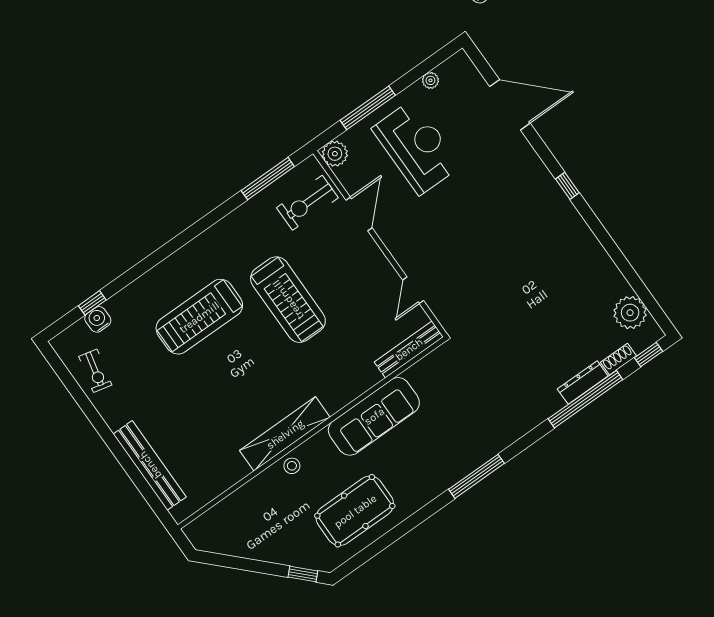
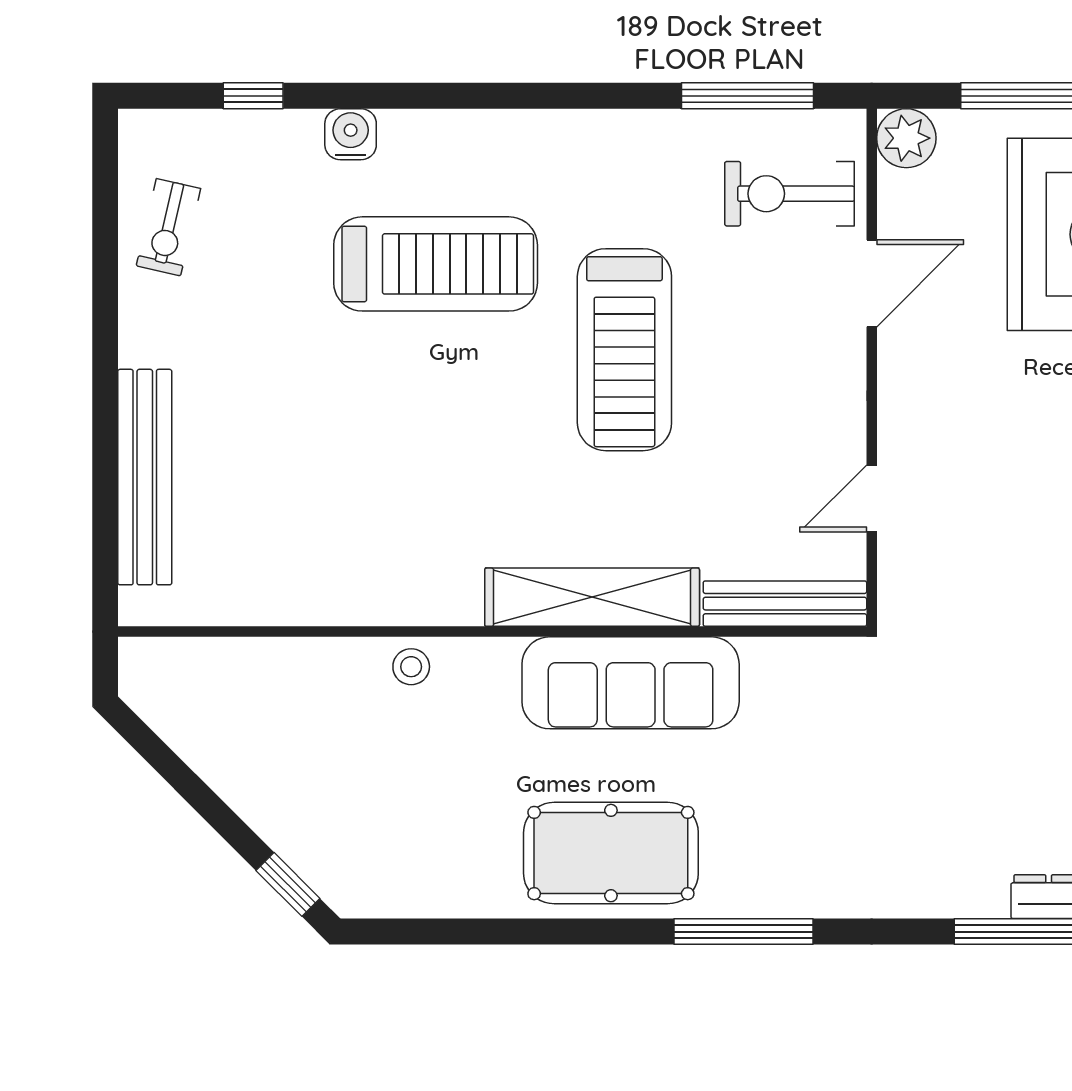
treadmill: (199, 317) -> (436, 264), turned 180
water cooler: (98, 319) -> (351, 134), moved
shelving: (285, 434) -> (592, 597), moved
pool table: (355, 511) -> (611, 853), moved

